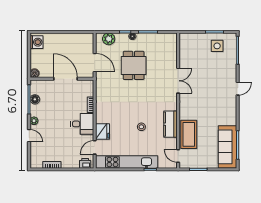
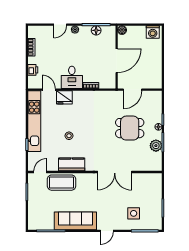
plant: (109, 39) -> (156, 146), moved
side table: (217, 46) -> (134, 213), moved
double door: (178, 81) -> (115, 172), width x1.37
door: (238, 89) -> (107, 231), hinge flipped
sofa: (227, 147) -> (75, 221), moved
printer: (85, 163) -> (33, 70), moved

